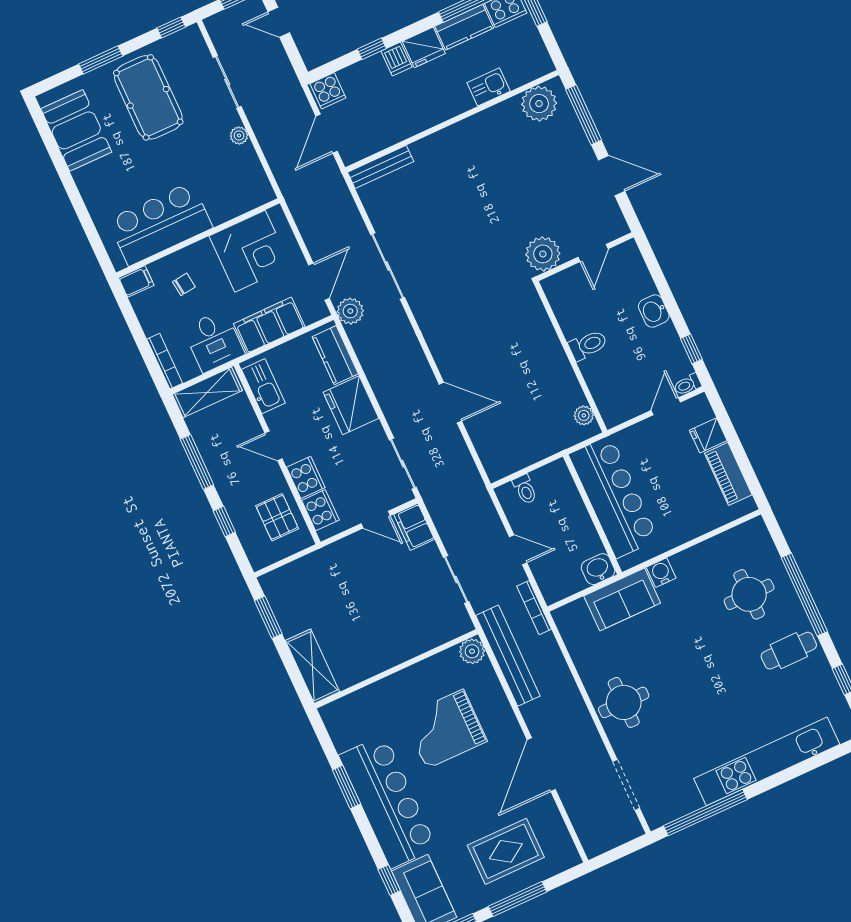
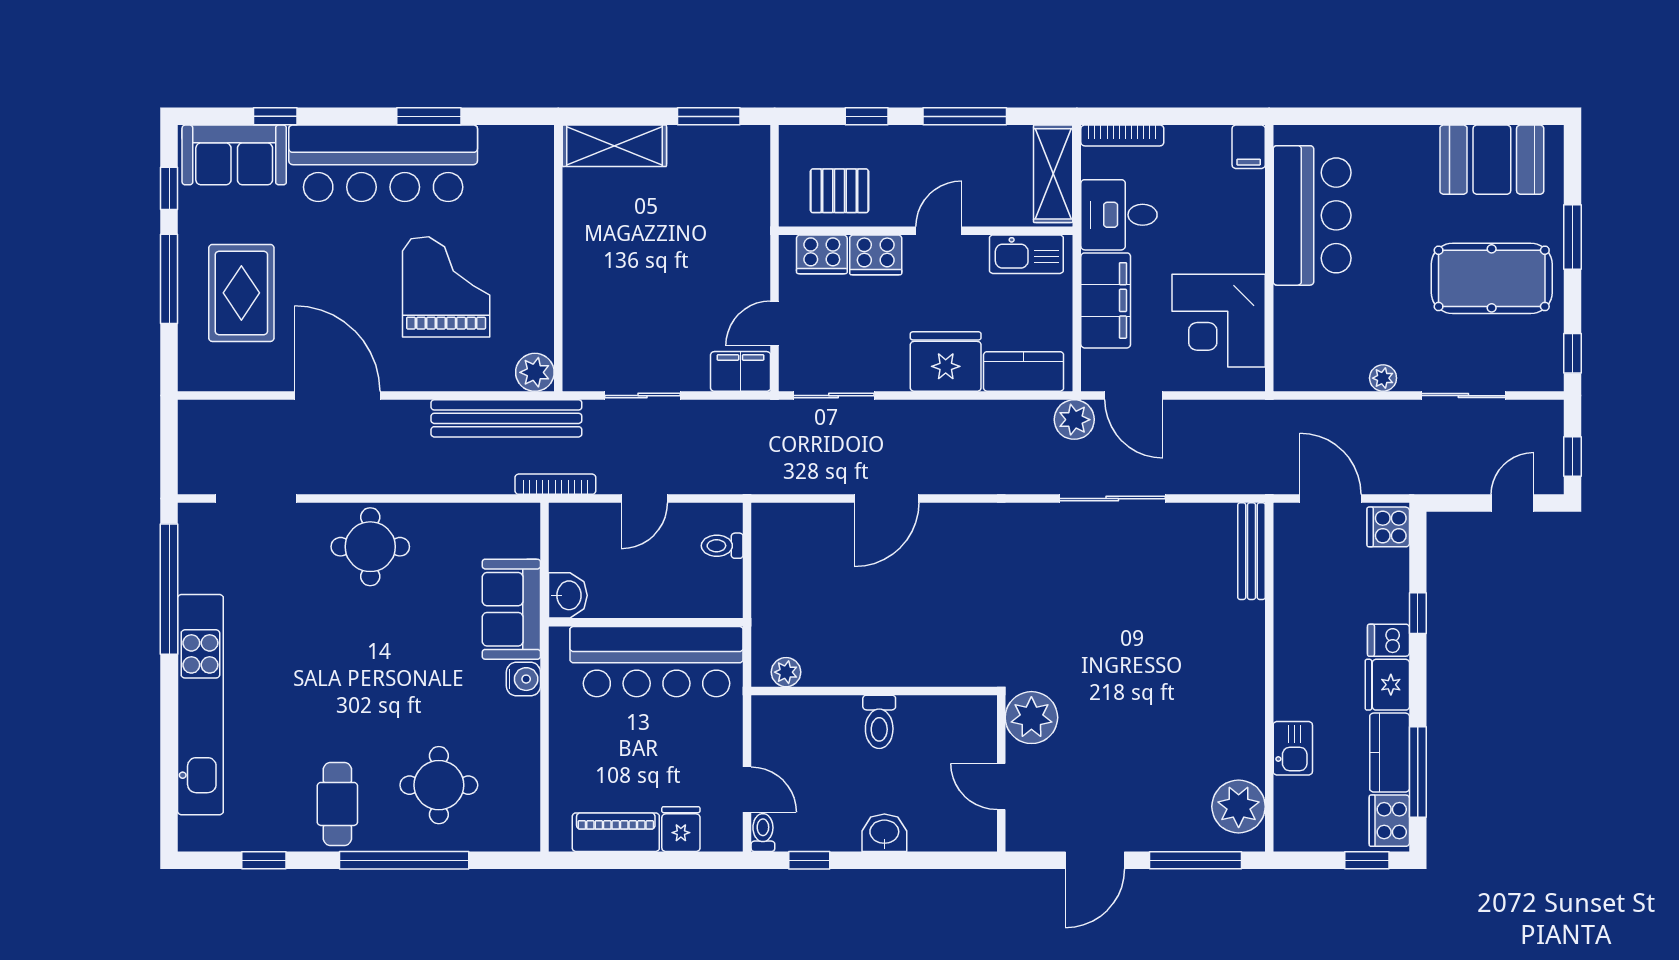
chair: (184, 284) -> (1215, 210), removed

